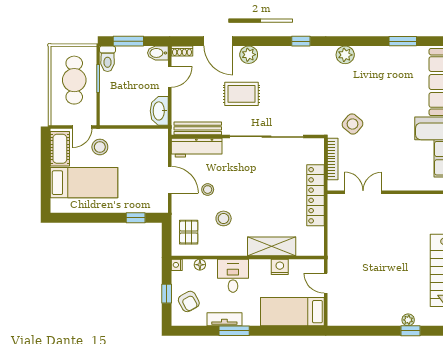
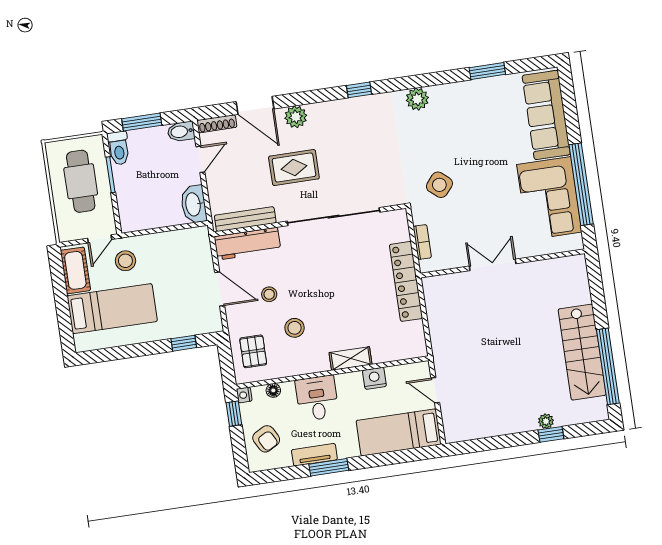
shoe rack: (182, 51) -> (217, 124), width x1.43
bookcase: (333, 159) -> (422, 242), width x0.64
double door: (363, 192) -> (493, 265), moved
shelving: (272, 246) -> (351, 359), width x0.67, depth x0.75
window: (167, 294) -> (234, 414), moved

